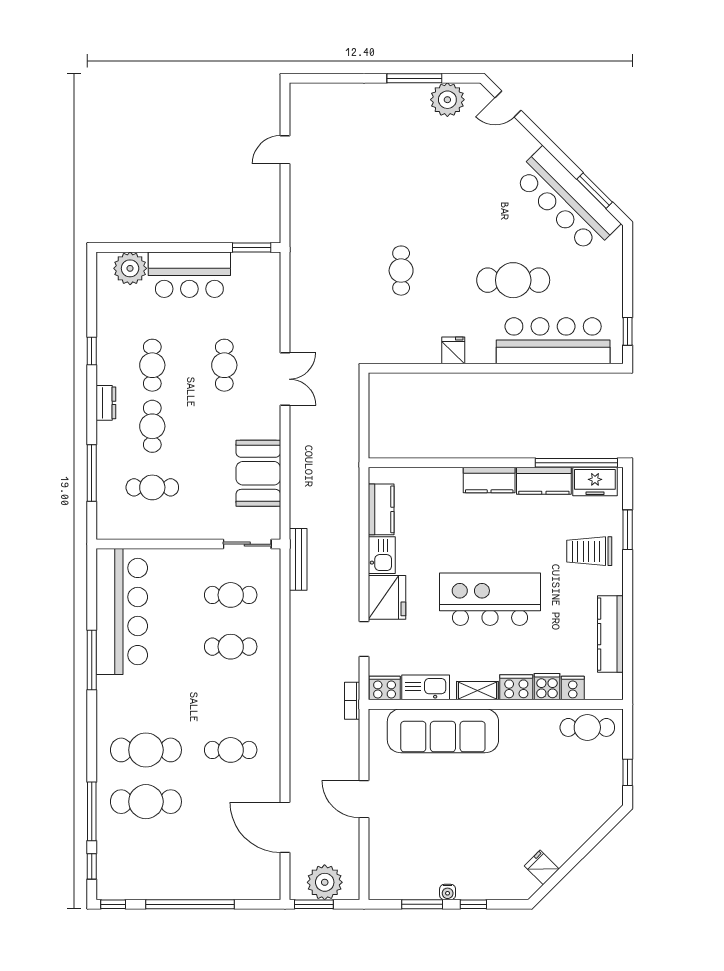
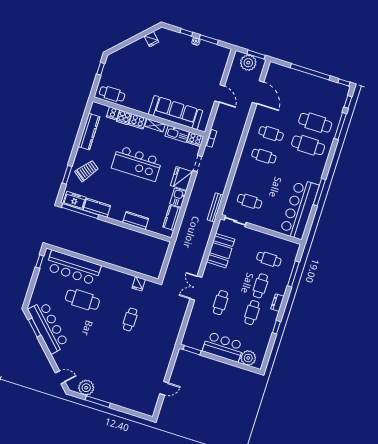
fridge: (453, 350) -> (139, 284), moved
kitchen counter: (489, 480) -> (136, 220), moved
trolley: (589, 551) -> (87, 171), turned -53
cafe table: (231, 647) -> (264, 156), moved

